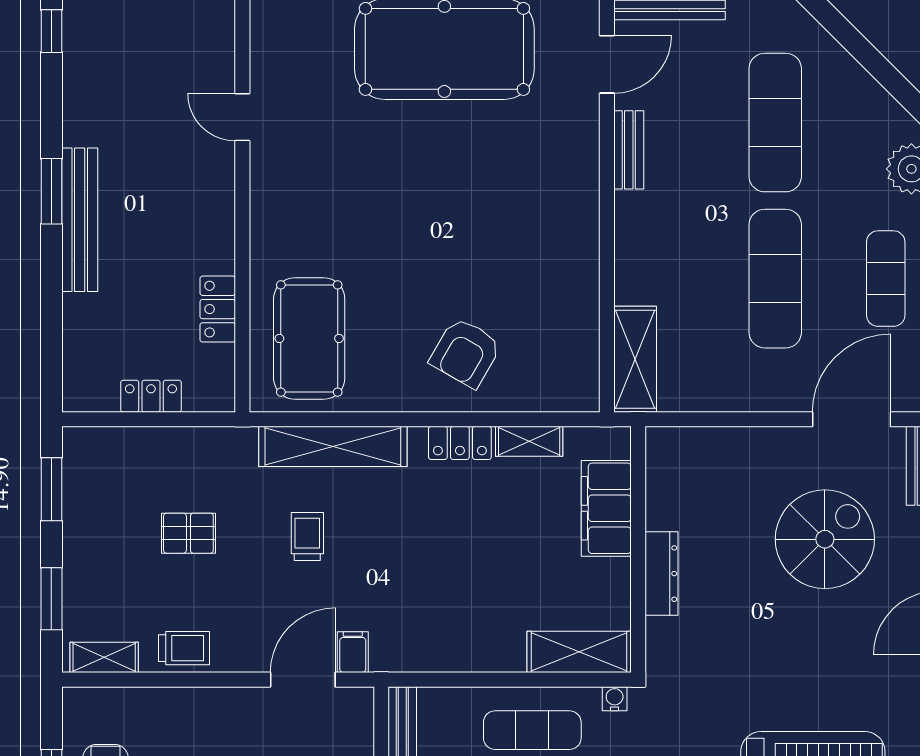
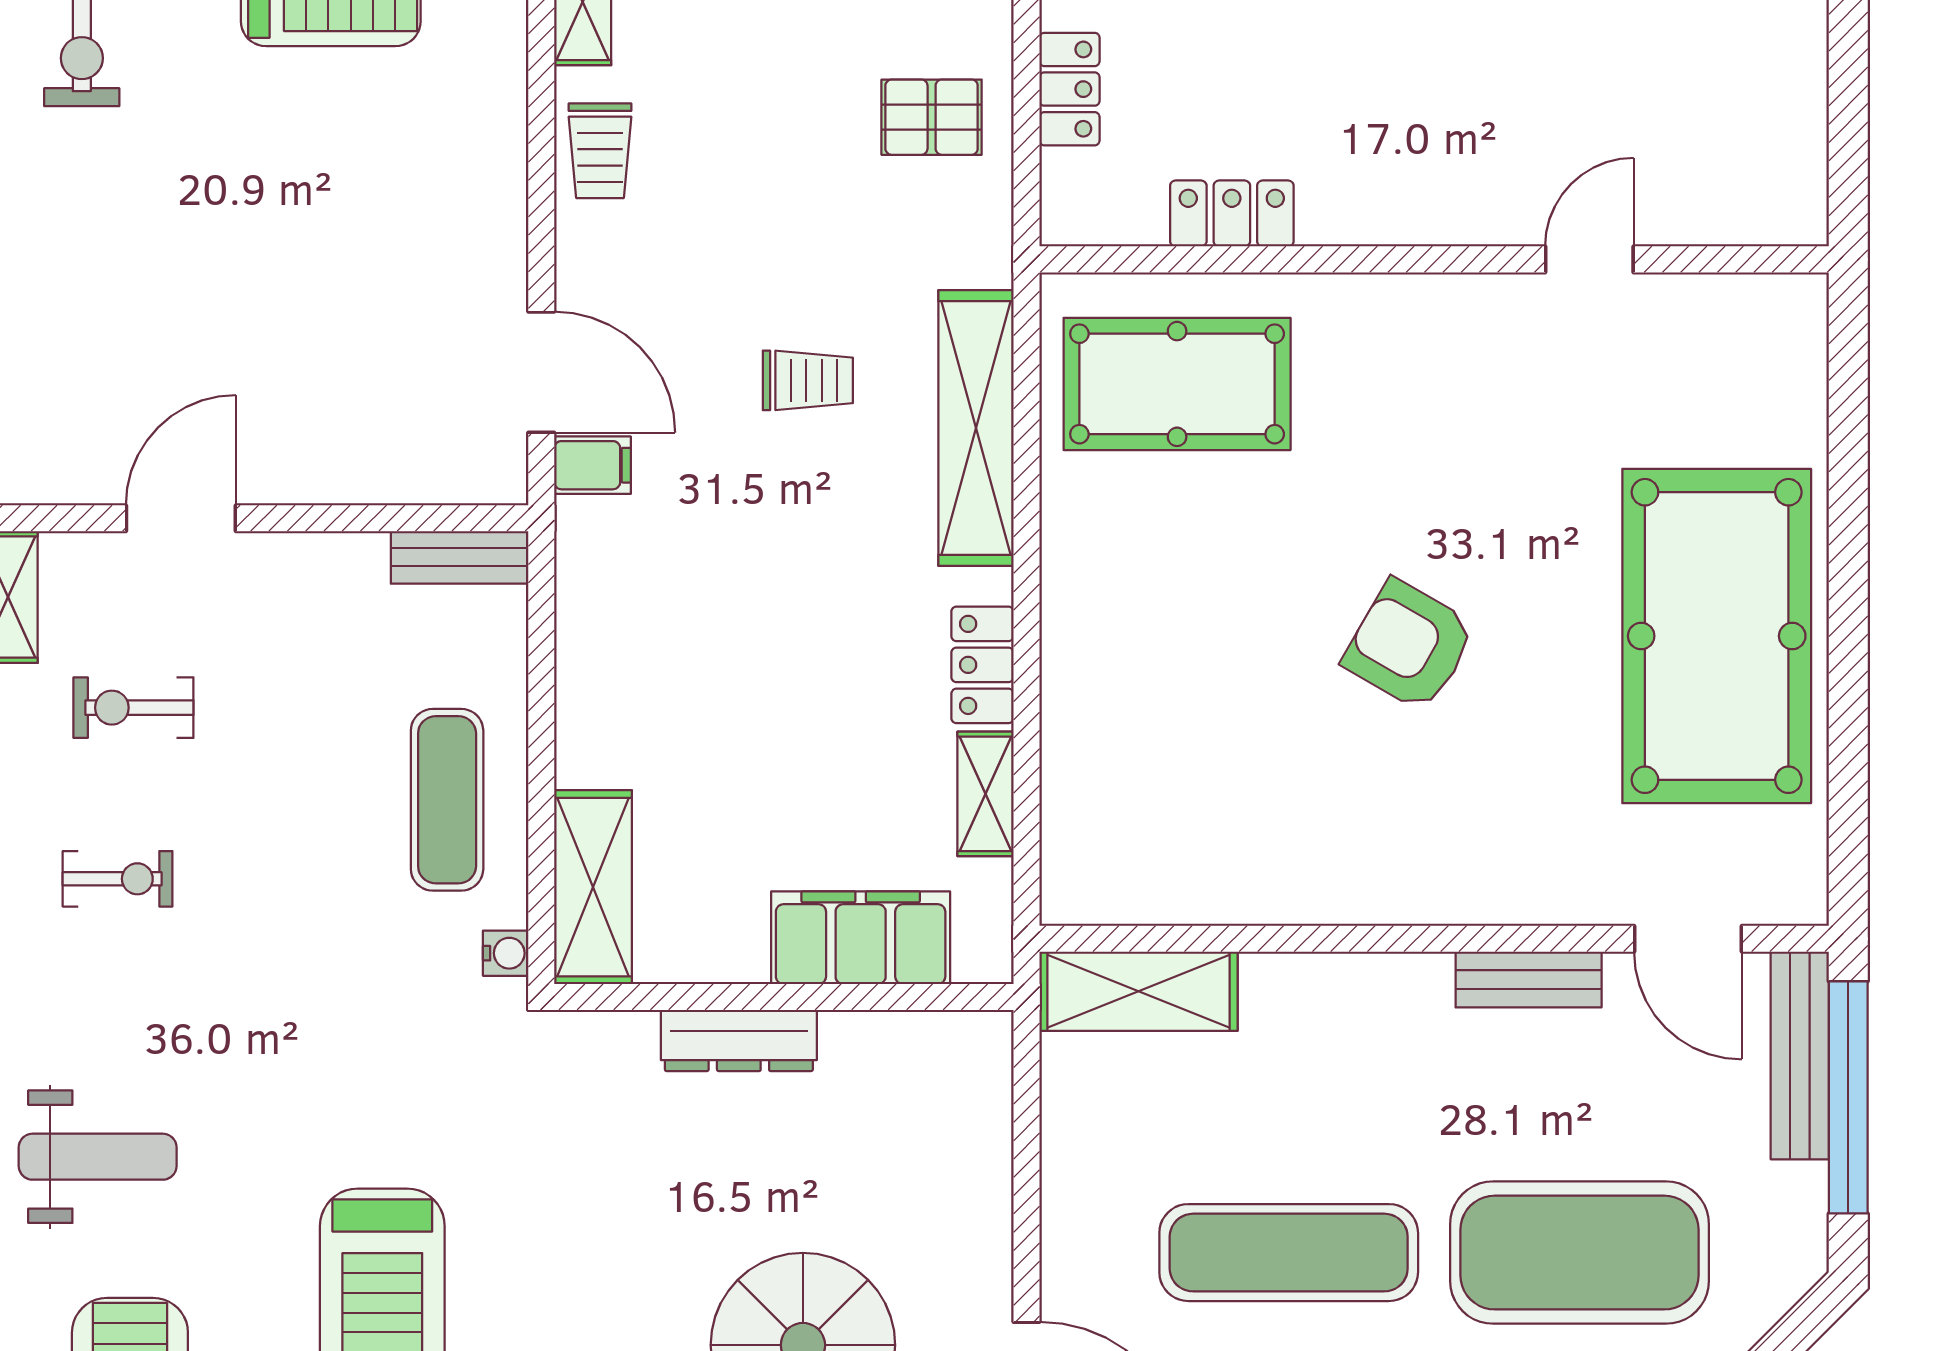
exercise mat: (775, 123) -> (1580, 1253), width x1.47
armchair: (466, 353) -> (1409, 645), moved
pallet: (188, 533) -> (932, 117), moved, turned 90

